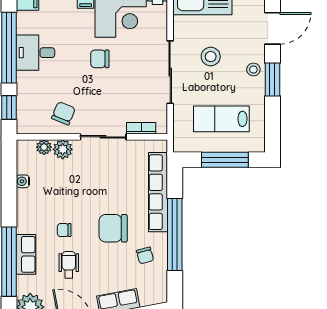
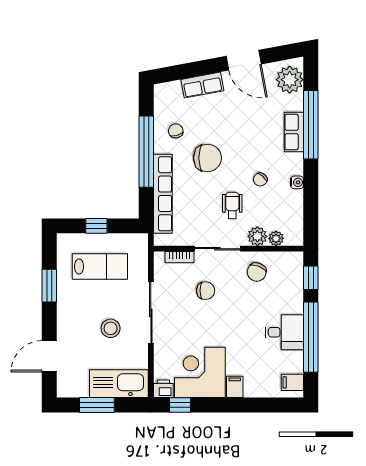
chair: (100, 59) -> (206, 291), moved
stool: (253, 69) -> (68, 315), removed
window: (272, 80) -> (49, 286), moved
window: (225, 160) -> (96, 226), width x0.46
water cooler: (23, 181) -> (297, 182), moved
chair: (64, 230) -> (260, 180), moved, turned 131
wheelchair: (69, 265) -> (232, 205), moved, turned 180

